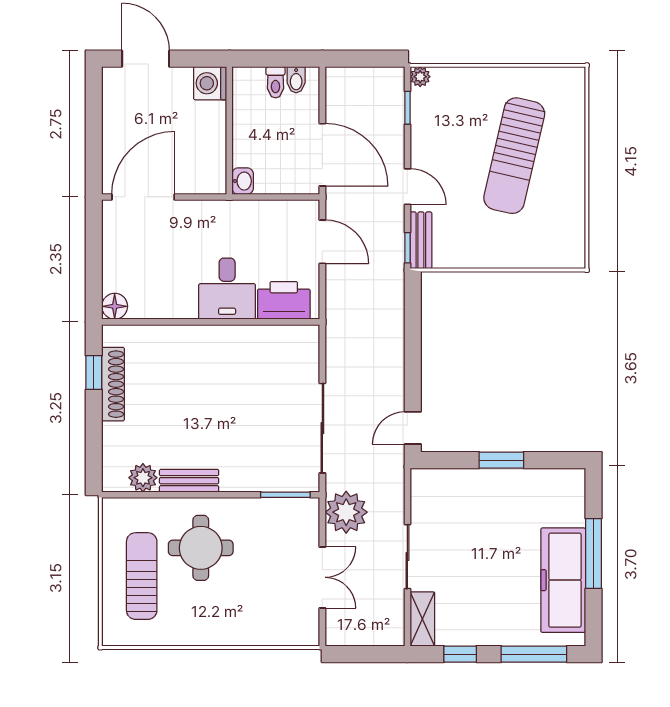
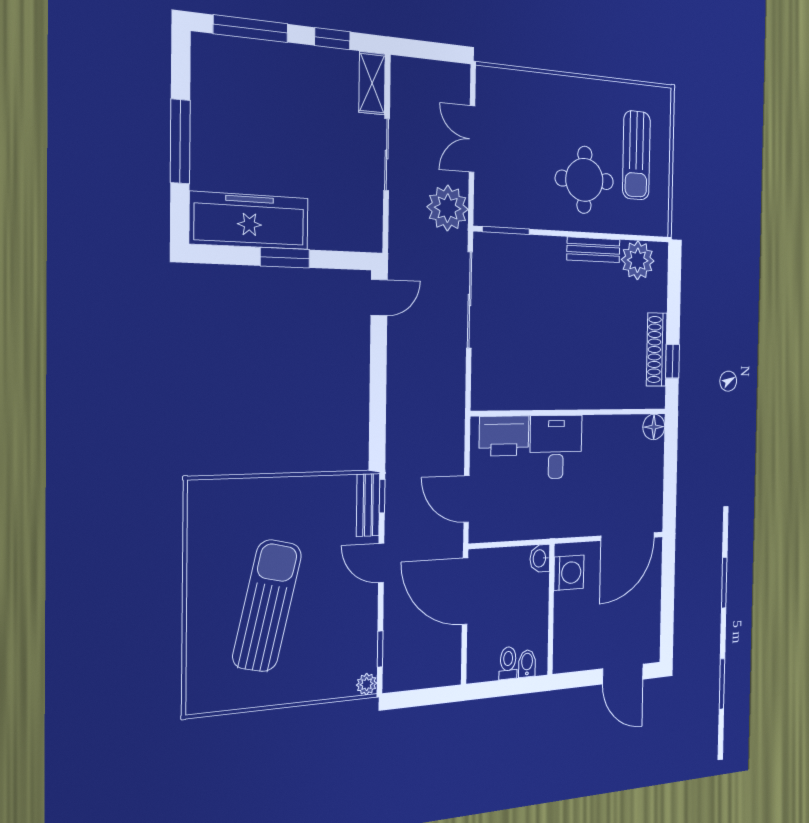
bidet: (296, 80) -> (527, 663), moved
washing machine: (210, 83) -> (569, 573), moved
plant: (143, 478) -> (638, 260), width x1.36, depth x1.36
freezer: (563, 580) -> (249, 221), moved, turned -90

